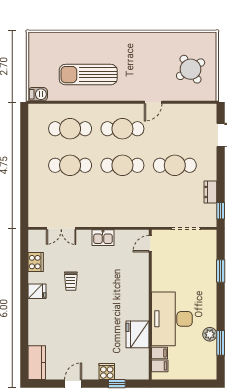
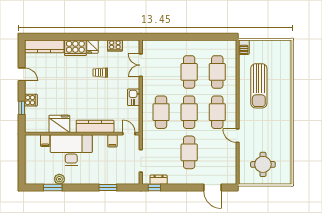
round table: (191, 69) -> (263, 164), turned 33
sun lounger: (88, 75) -> (259, 86), turned 180
dresser: (210, 192) -> (159, 180), moved
cafe table: (122, 202) -> (161, 112), added
kitchen counter: (141, 288) -> (95, 126), added
cooker: (39, 313) -> (75, 48), added
kitchen counter: (37, 363) -> (44, 46), width x1.50
filing cabinet: (160, 366) -> (112, 141), moved

